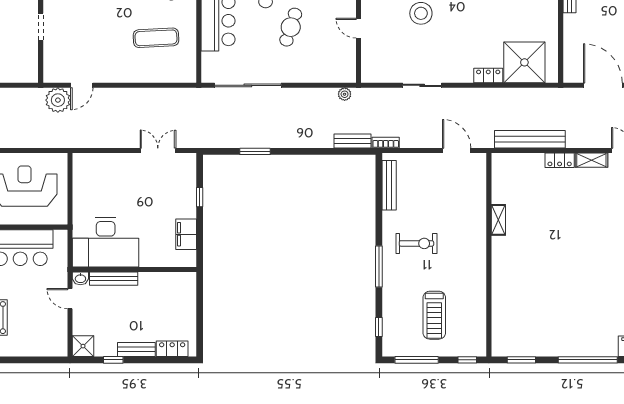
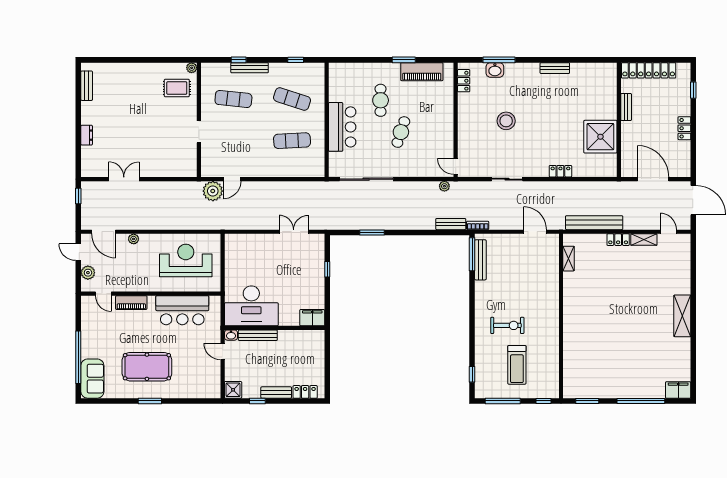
door: (358, 28) -> (456, 166), moved
shower: (524, 62) -> (600, 137), moved
shelving: (498, 220) -> (569, 259), moved
filing cabinet: (186, 234) -> (312, 318), moved, turned 90
exercise bike: (416, 243) -> (507, 325), moved
window: (379, 266) -> (472, 254), moved

